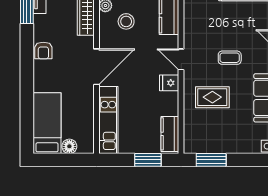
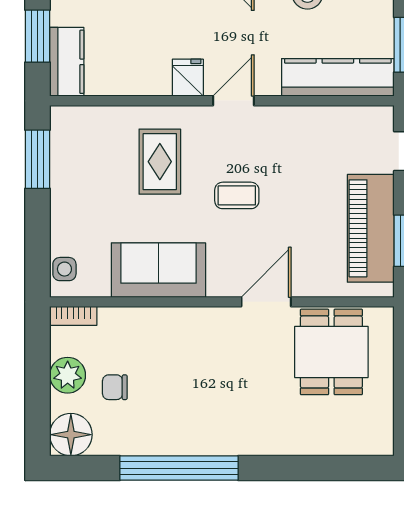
coffee table: (230, 58) -> (237, 195), turned 90
kitchen counter: (170, 134) -> (67, 62), moved, turned 90

